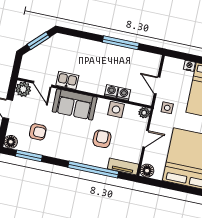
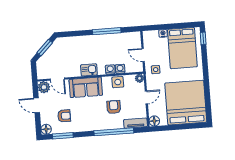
kitchen sink: (67, 80) -> (89, 70), moved

